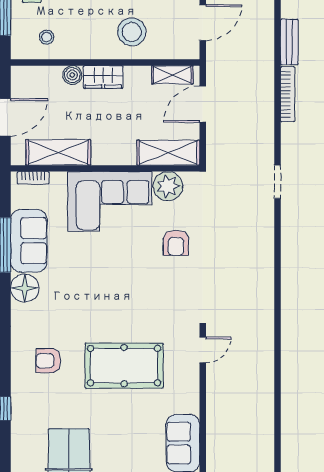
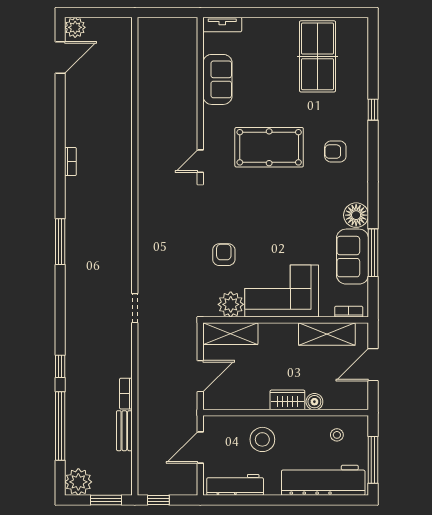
shelving: (172, 75) -> (227, 402), removed
bookcase: (288, 94) -> (126, 394), width x0.64
armchair: (48, 361) -> (335, 152), turned 180

